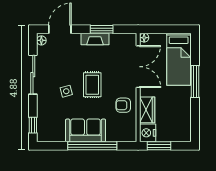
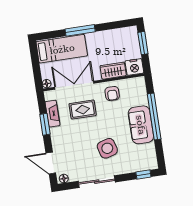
fireplace: (95, 39) -> (52, 114), moved
rug: (92, 85) -> (83, 110), moved
side table: (66, 91) -> (107, 148), width x1.87, depth x1.87
window: (159, 146) -> (143, 43), moved

